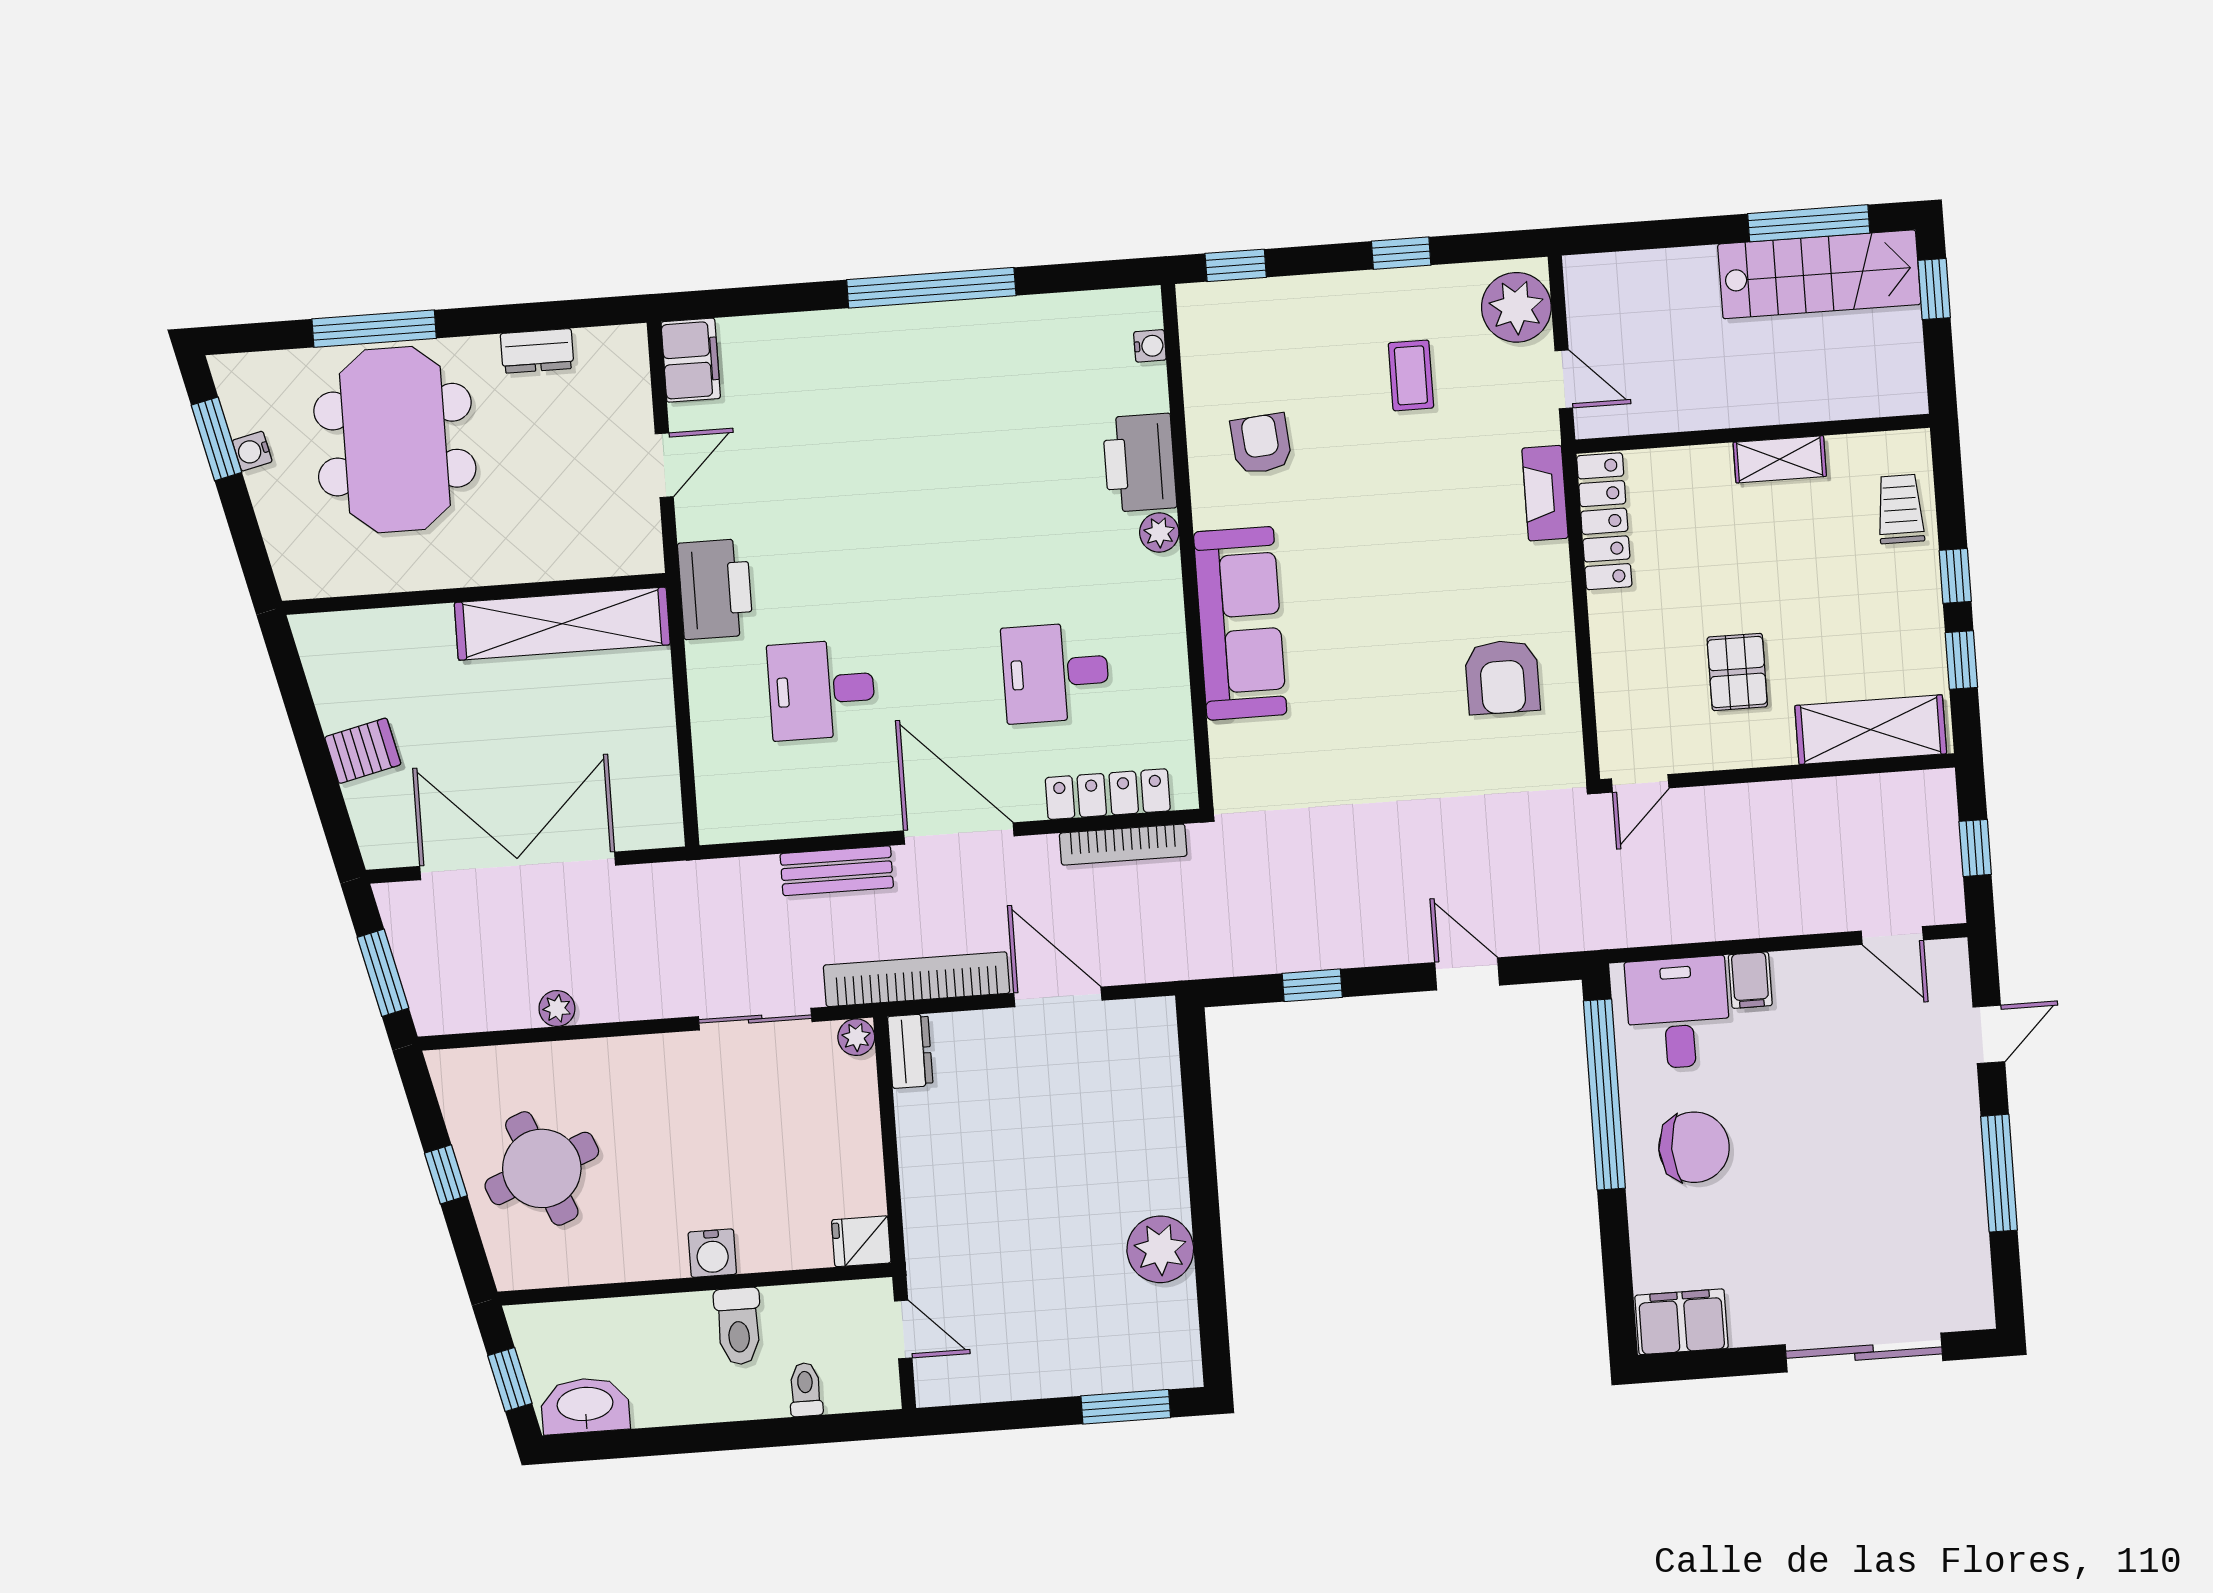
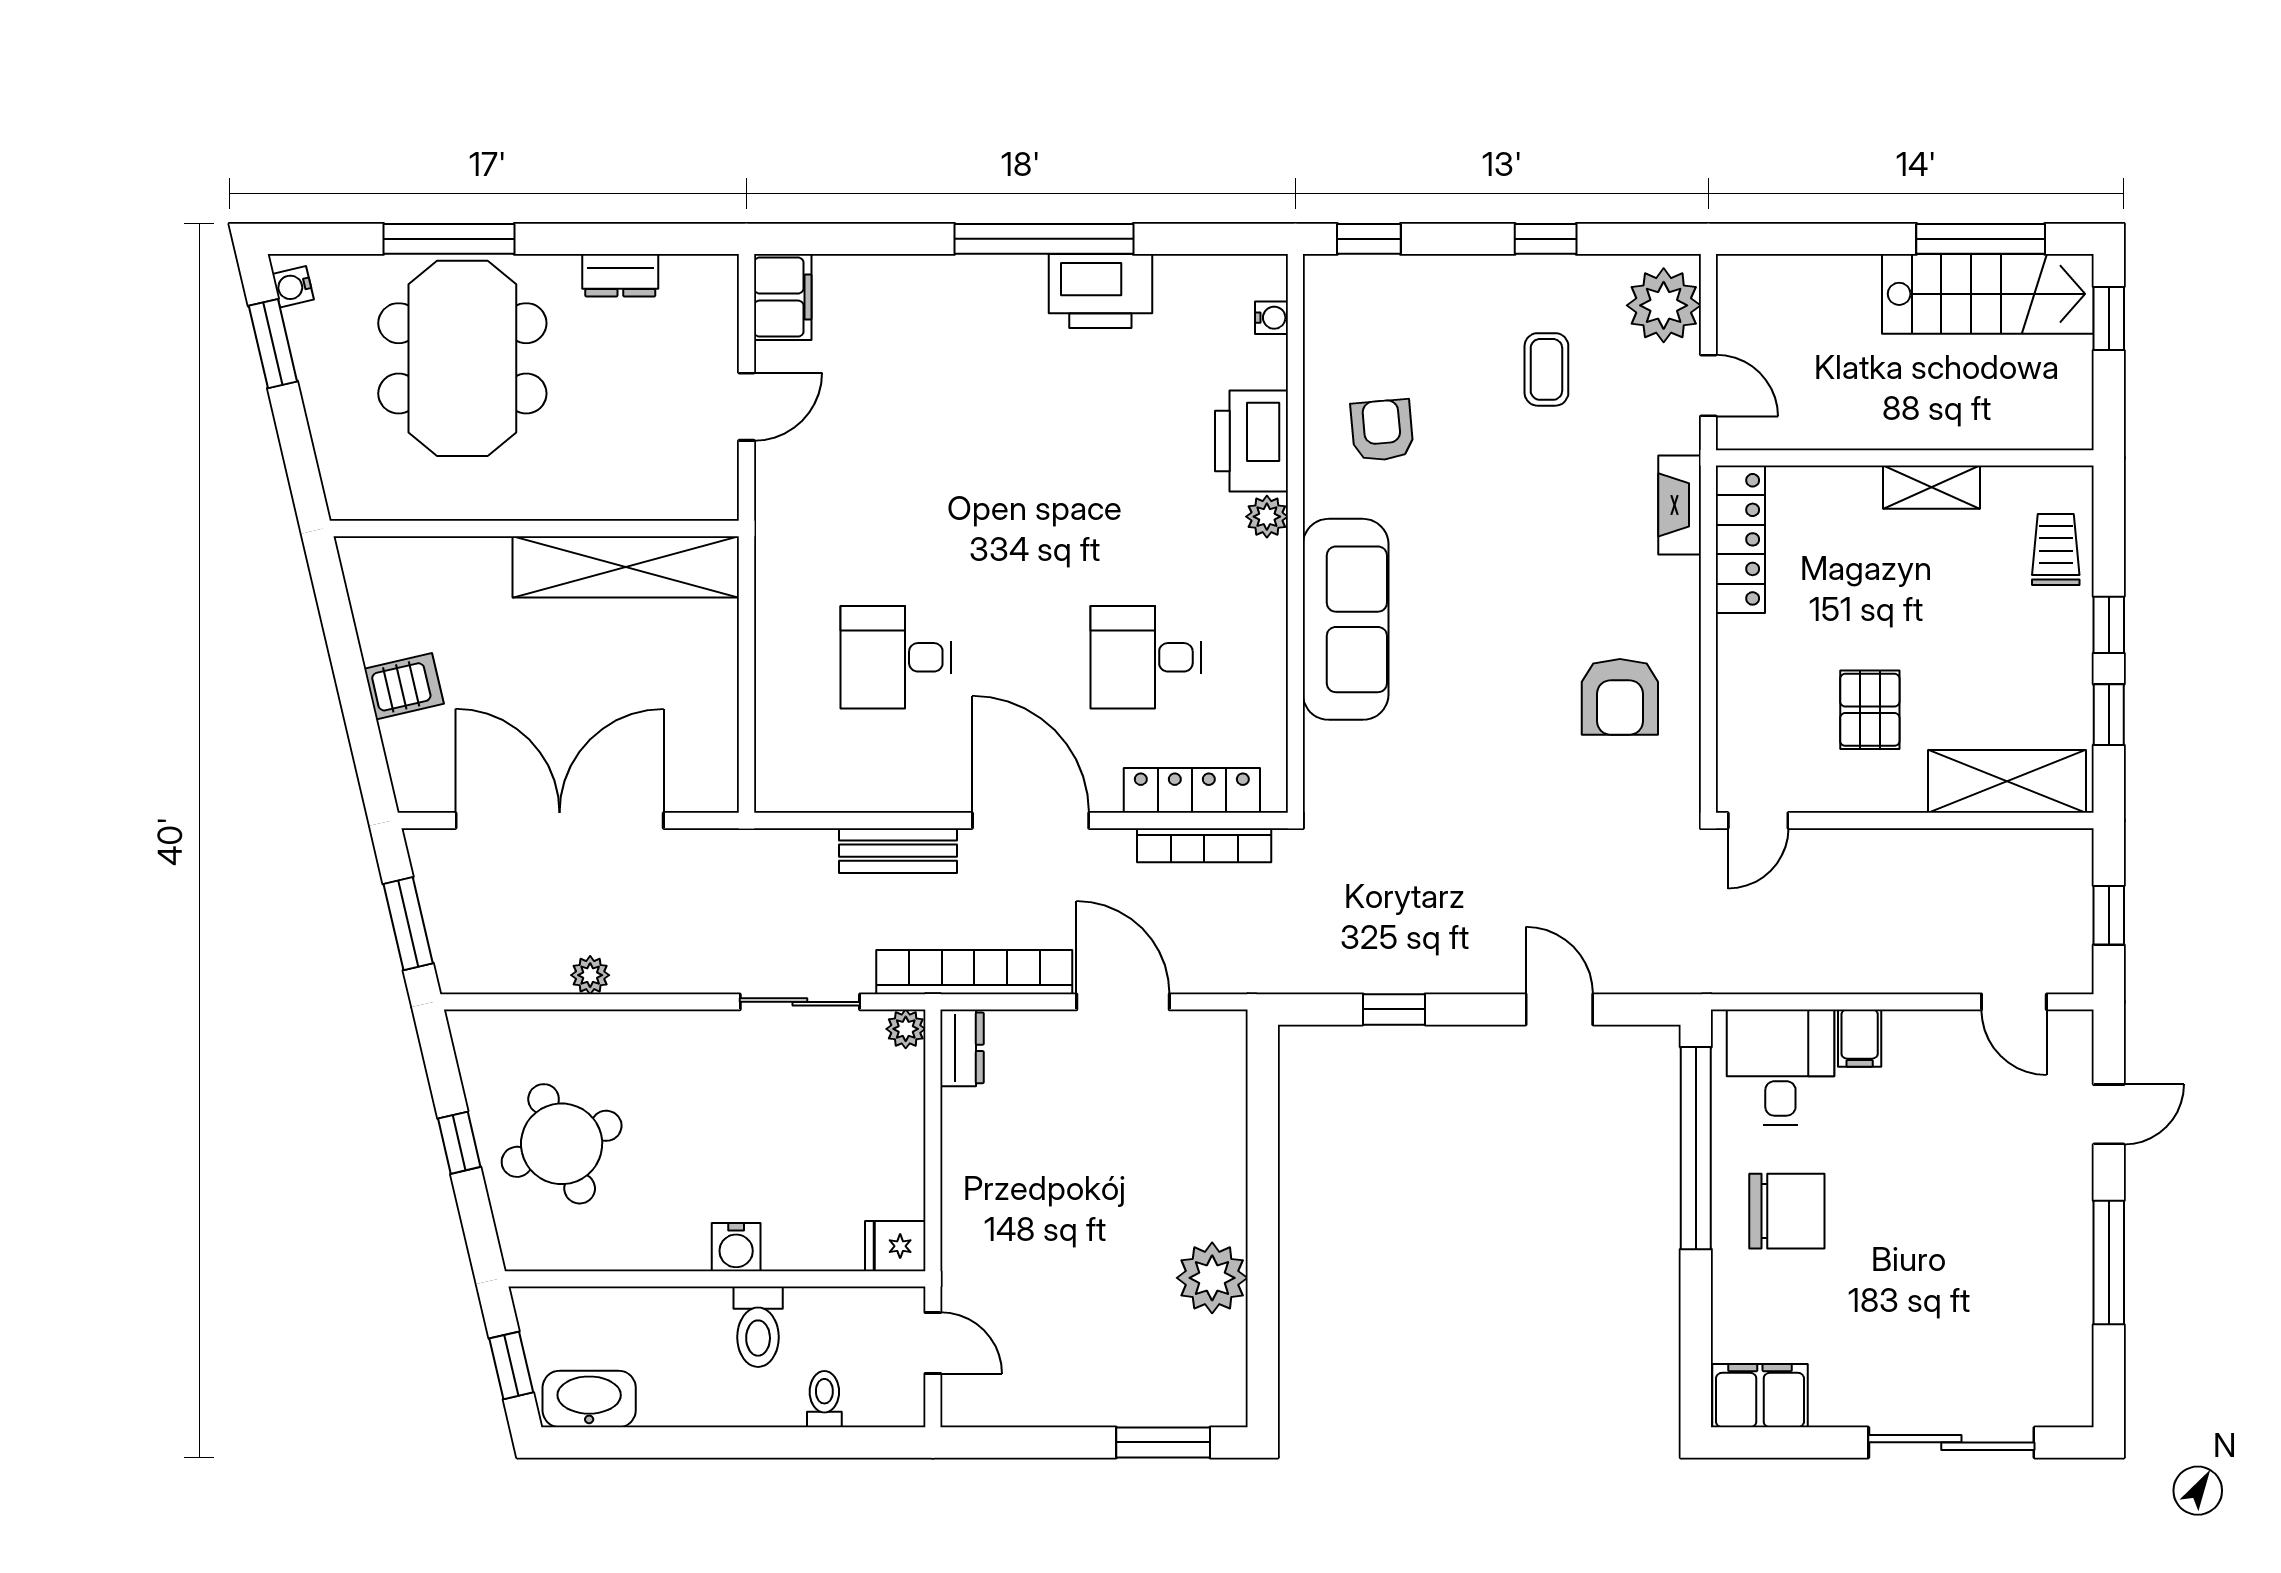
water cooler: (252, 451) -> (293, 287), moved
printer: (715, 589) -> (1100, 291), moved, turned 90

